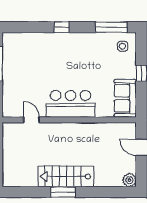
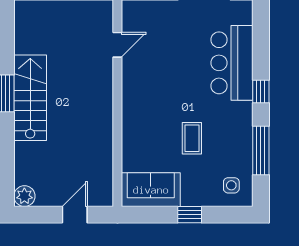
window: (111, 27) -> (261, 150), moved
coffee table: (92, 72) -> (192, 138), added
bar counter: (71, 104) -> (232, 63), moved, turned 180

